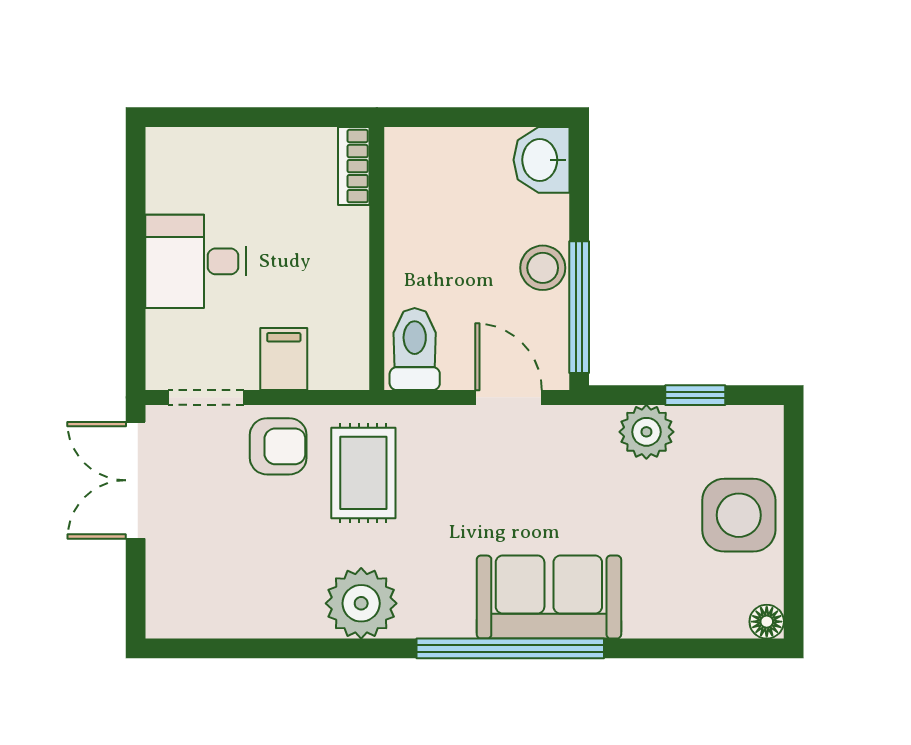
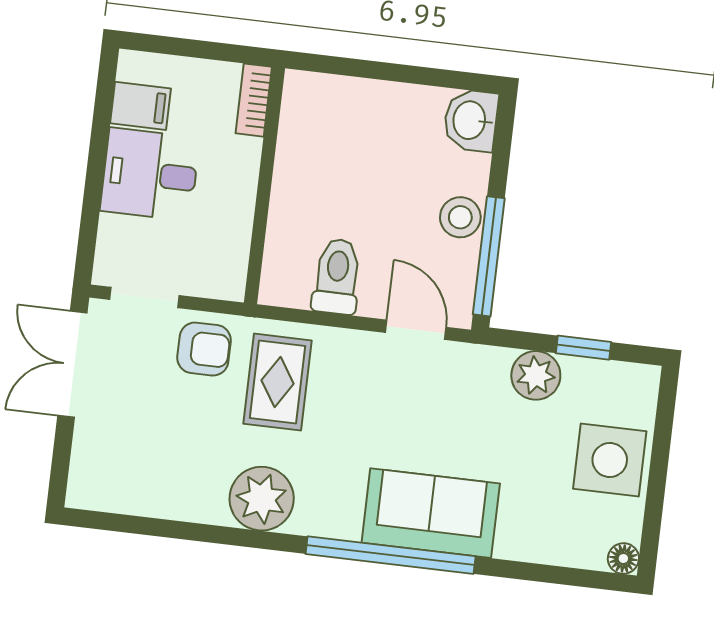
bookcase: (354, 166) -> (254, 100), moved
wall: (377, 259) -> (264, 185), moved
filing cabinet: (284, 359) -> (140, 106), moved, turned 90

